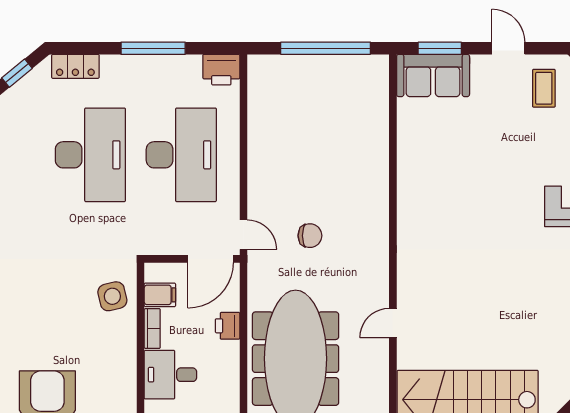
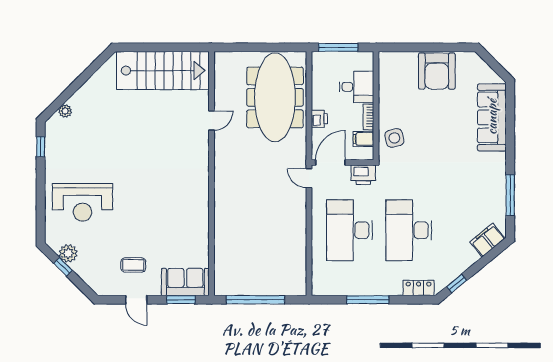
printer: (221, 70) -> (363, 175), moved, turned 180
coffee table: (544, 88) -> (133, 265), moved, turned 90
chair: (310, 236) -> (266, 178), removed

